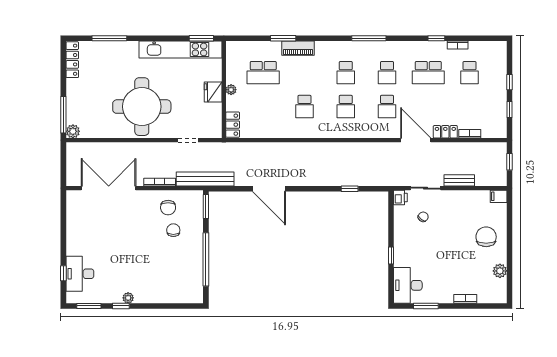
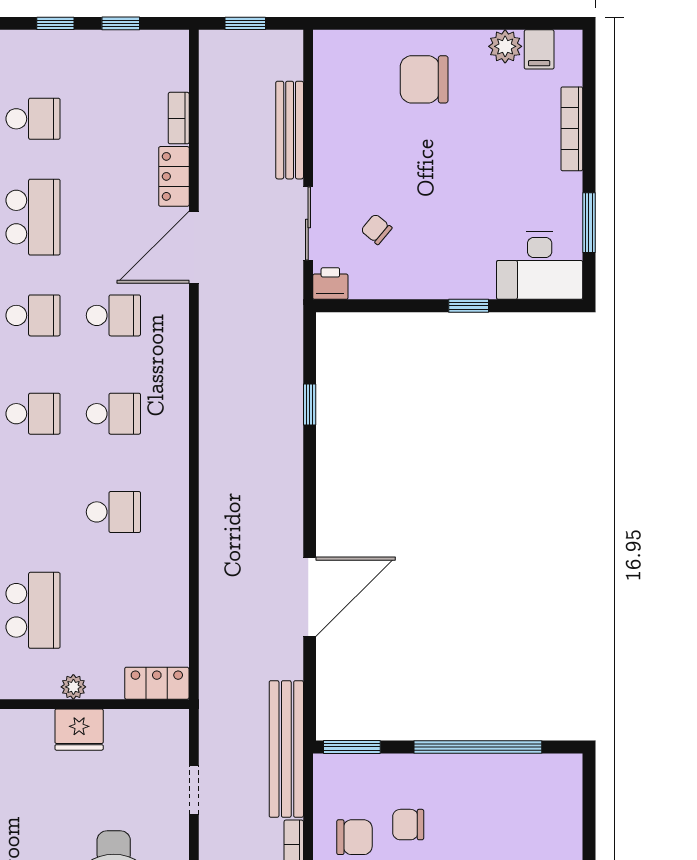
bench: (459, 180) -> (290, 130), width x1.36
filing cabinet: (499, 196) -> (539, 49), moved
bookcase: (465, 299) -> (572, 129), width x1.56

